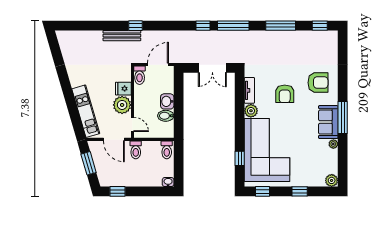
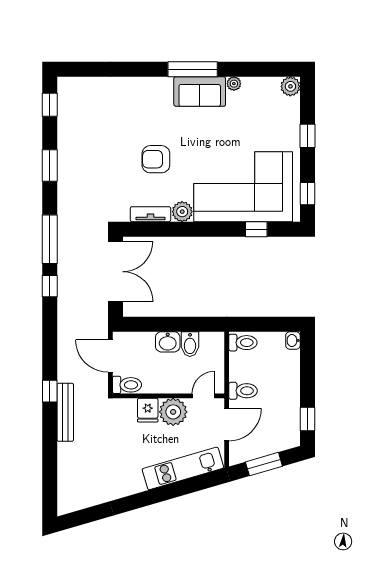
window: (281, 26) -> (50, 166), width x0.69
double door: (212, 68) -> (115, 272), width x1.37
armchair: (318, 83) -> (138, 108), removed
armchair: (285, 94) -> (156, 159), turned 180

